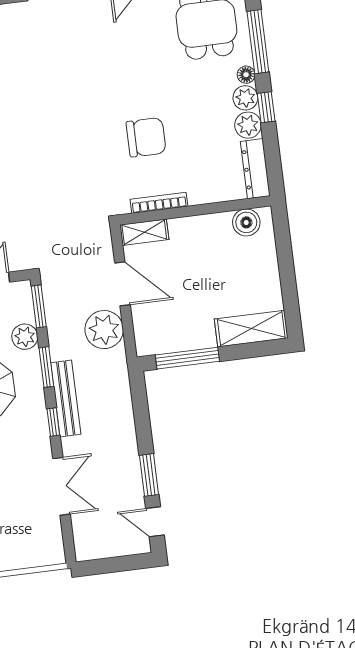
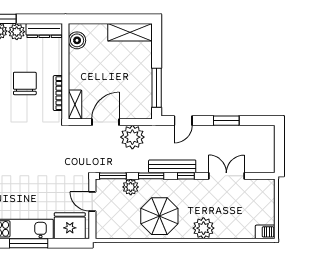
chair: (146, 137) -> (25, 83), moved
shelving: (251, 329) -> (130, 32), moved, turned 90
door: (155, 522) -> (183, 121), moved

